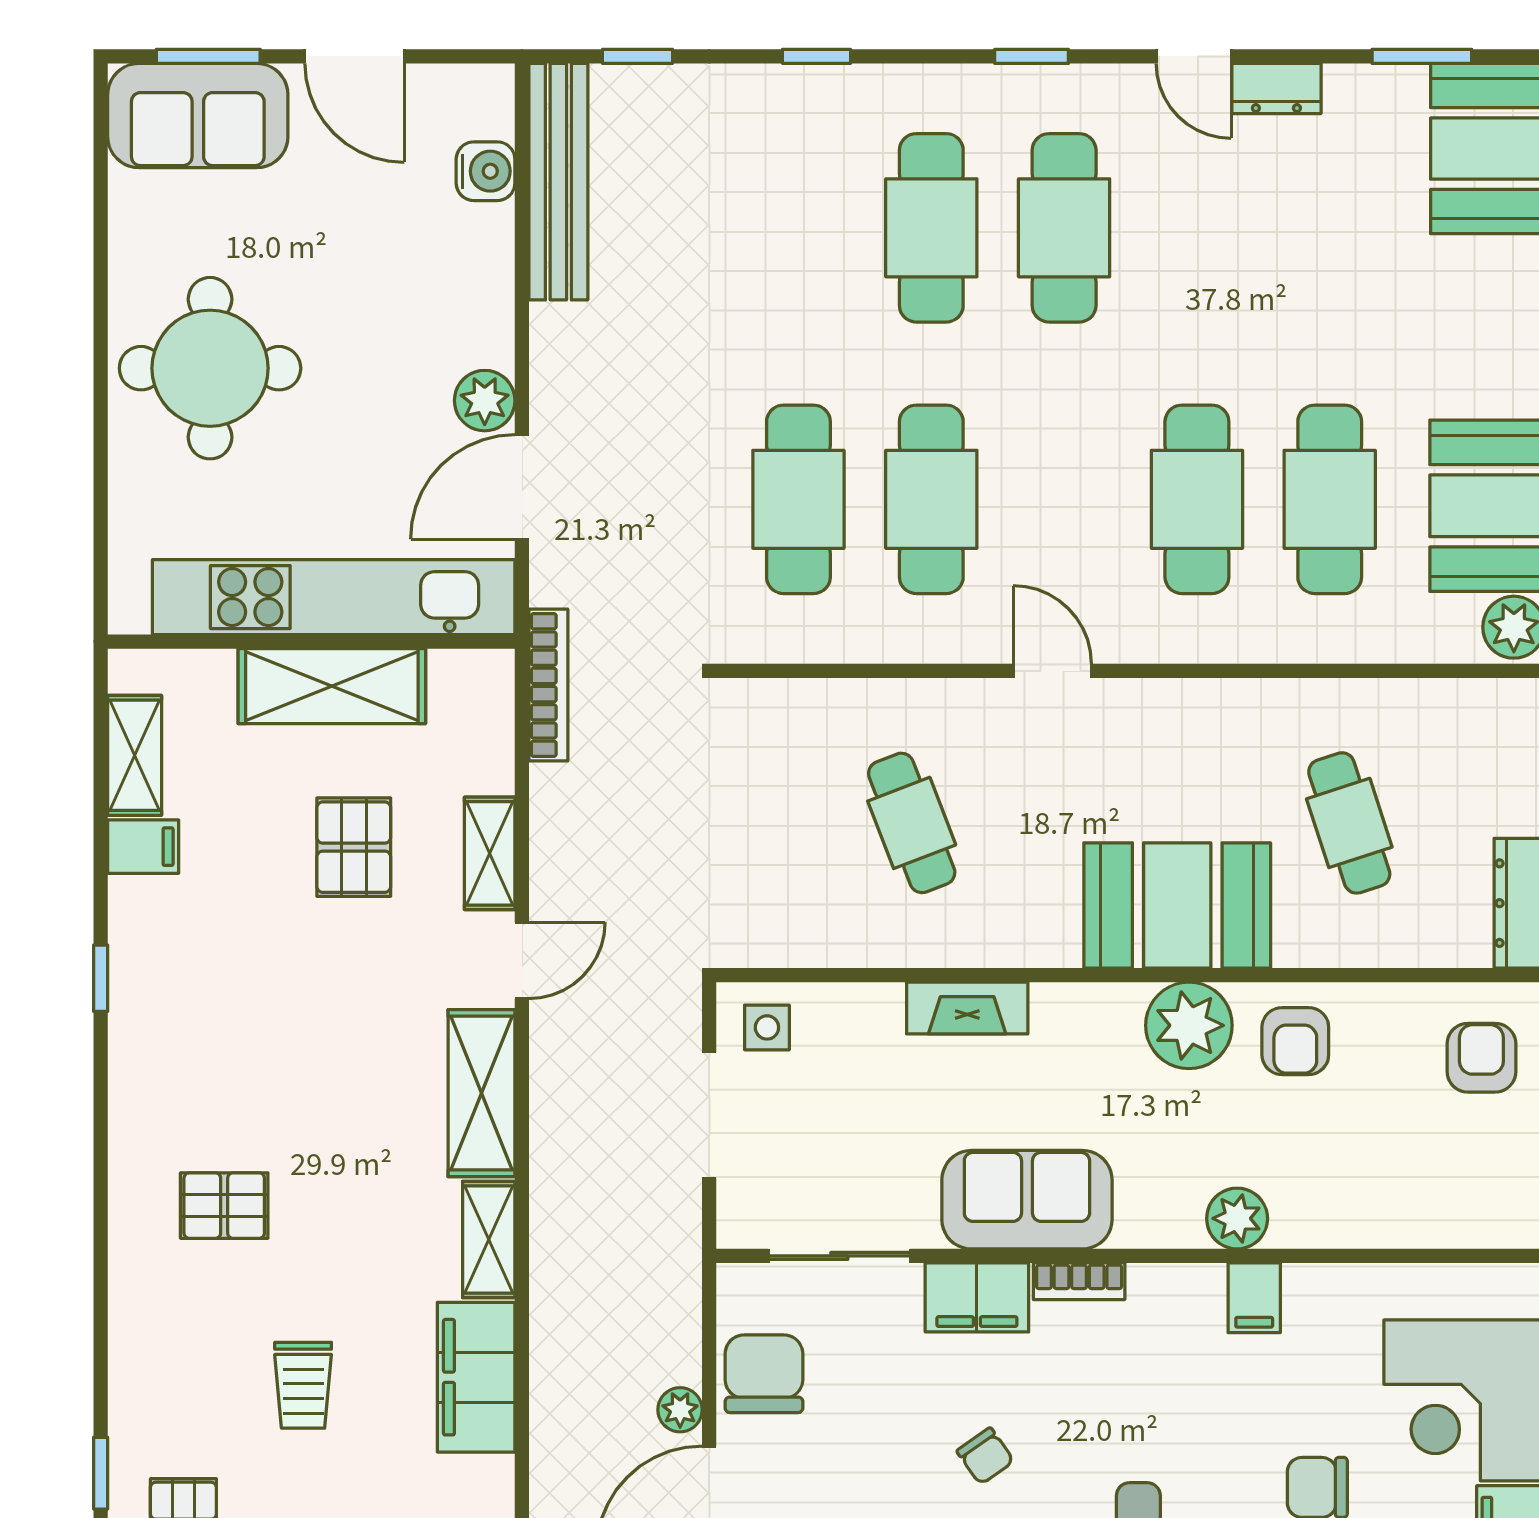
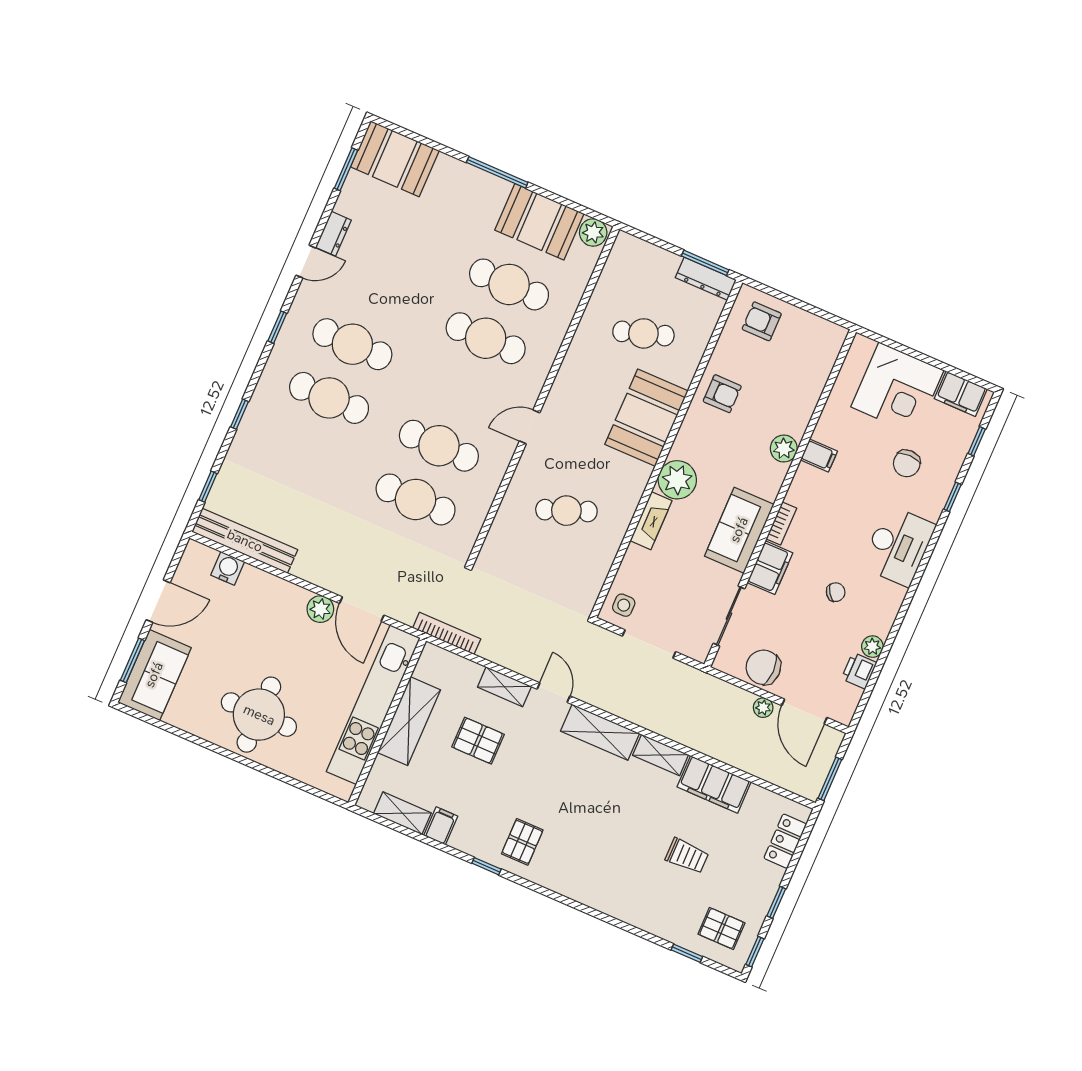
plant: (1189, 1025) -> (677, 480), moved
pallet: (224, 1206) -> (522, 842), moved

